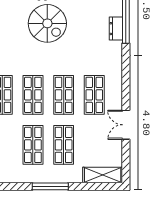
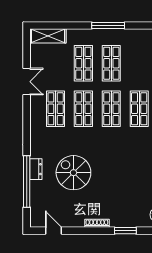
spiral stairs: (47, 23) -> (73, 173), moved
window: (50, 186) -> (108, 25), moved

